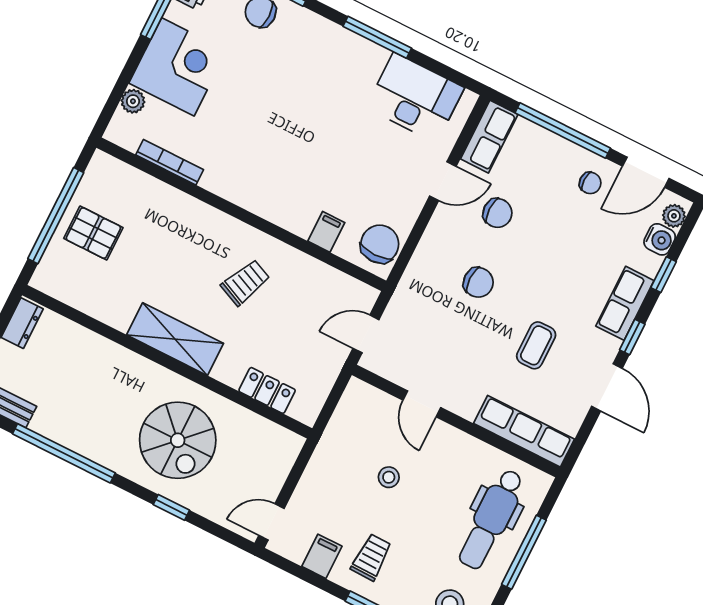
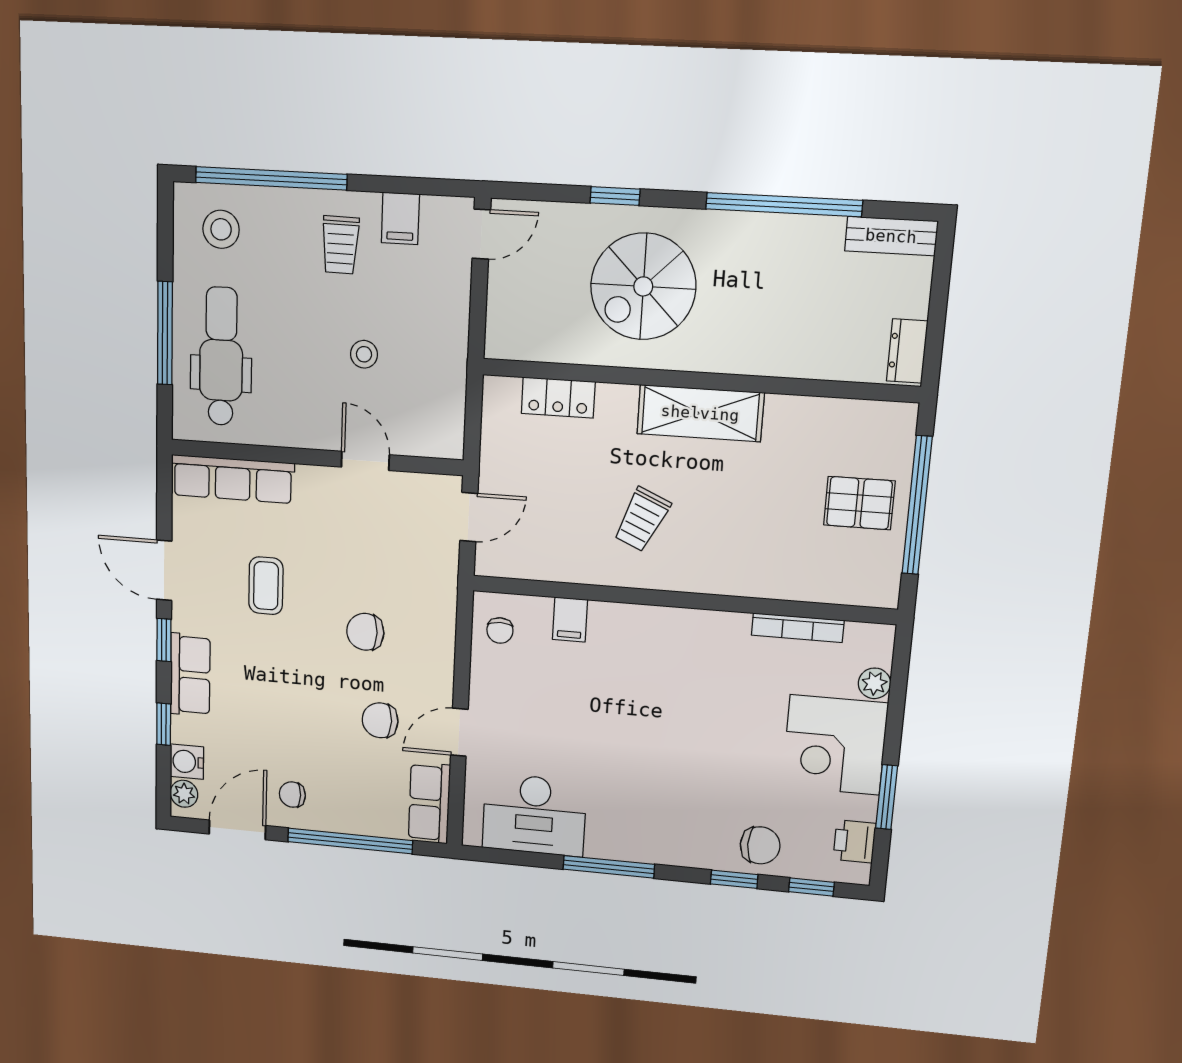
chair: (380, 244) -> (500, 630), width x0.54, depth x0.54
spiral stairs: (178, 440) -> (643, 286), turned -90

